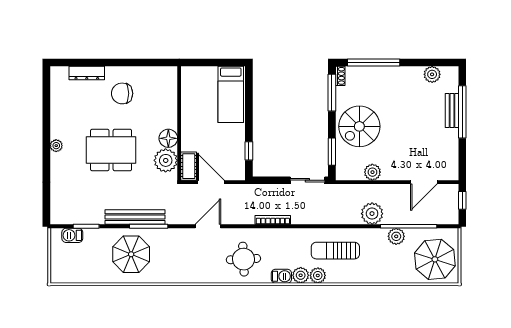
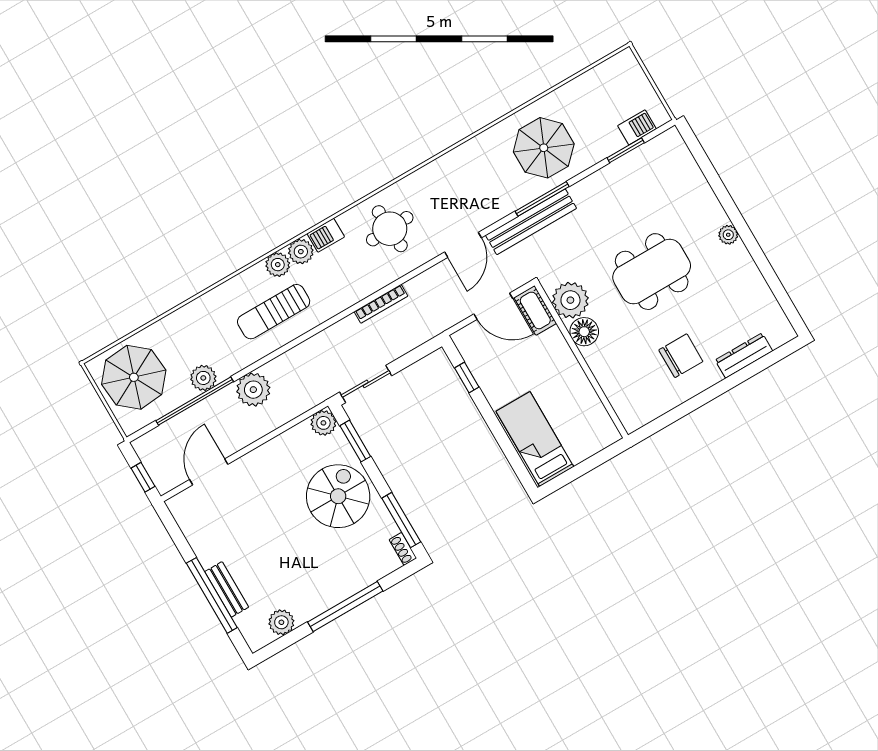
window: (374, 62) -> (345, 606), moved
plant: (372, 172) -> (323, 423), moved
bench: (135, 217) -> (531, 222), moved
sun lounger: (335, 251) -> (274, 312), turned 180

